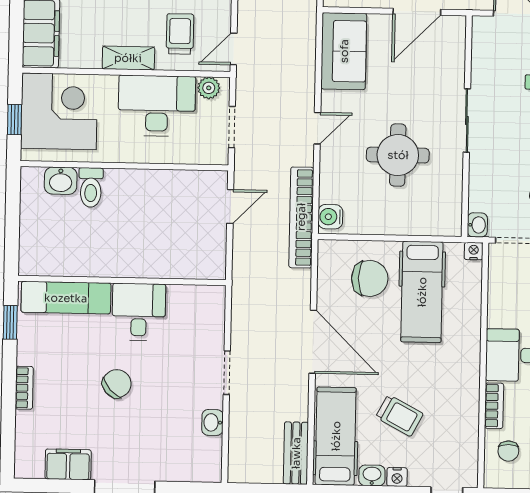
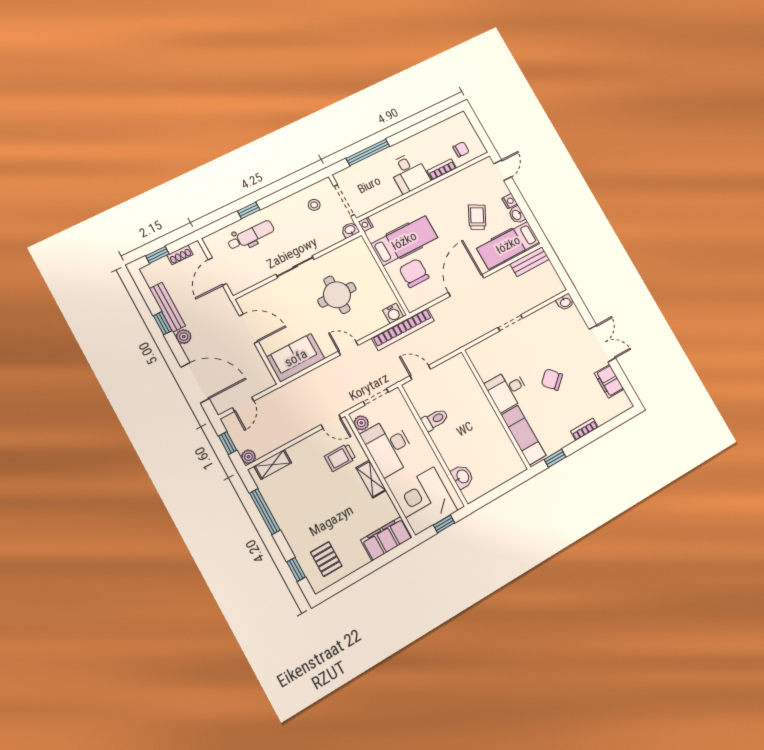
toilet: (91, 187) -> (435, 420), moved
washbasin: (213, 422) -> (565, 302), moved

